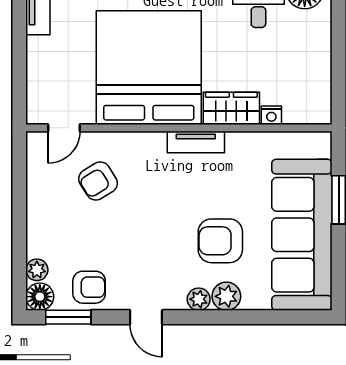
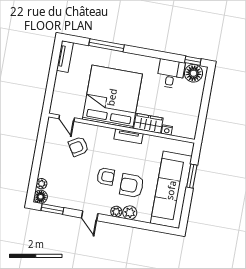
door: (64, 128) -> (67, 118), hinge flipped
armchair: (89, 287) -> (106, 176), moved

